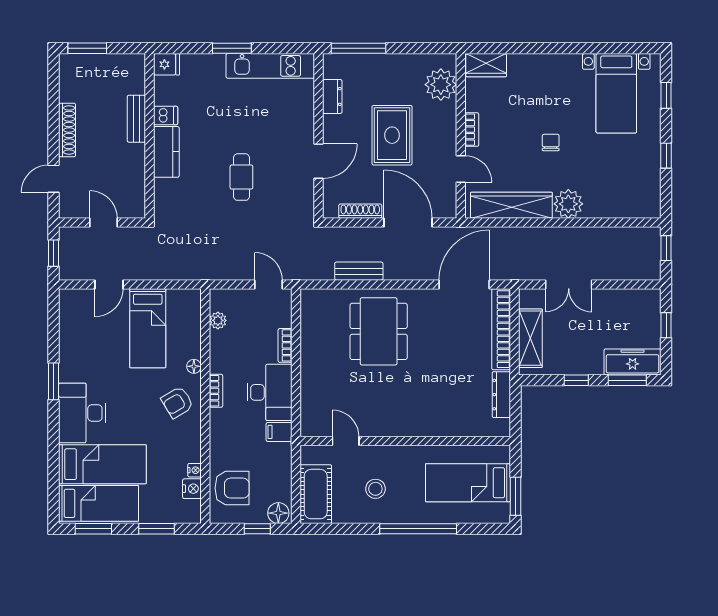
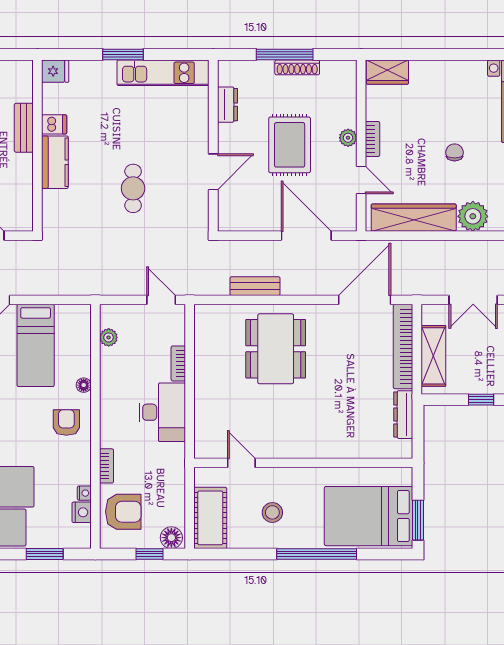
window: (359, 48) -> (285, 54), moved
plant: (441, 85) -> (348, 138), moved, width x0.53, depth x0.53
shoe rack: (360, 211) -> (297, 67), moved, turned 180
bookcase: (216, 391) -> (107, 466), moved
armchair: (177, 402) -> (66, 422), turned 121
filing cabinet: (279, 432) -> (172, 453), removed
bed: (468, 483) -> (368, 516), width x1.50

